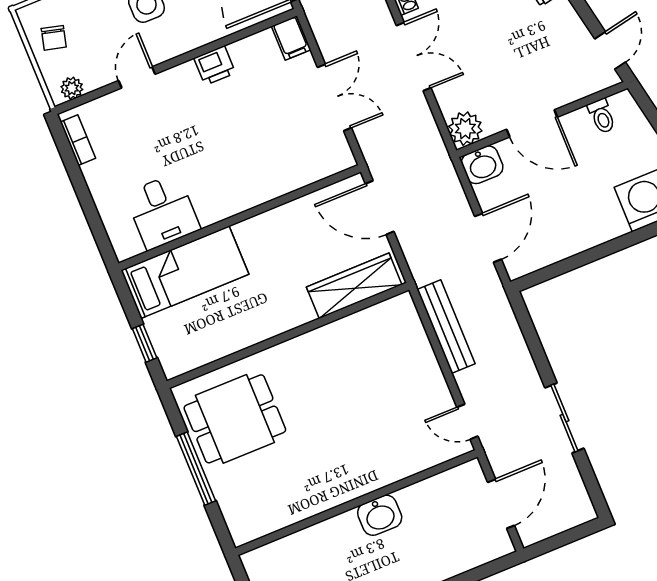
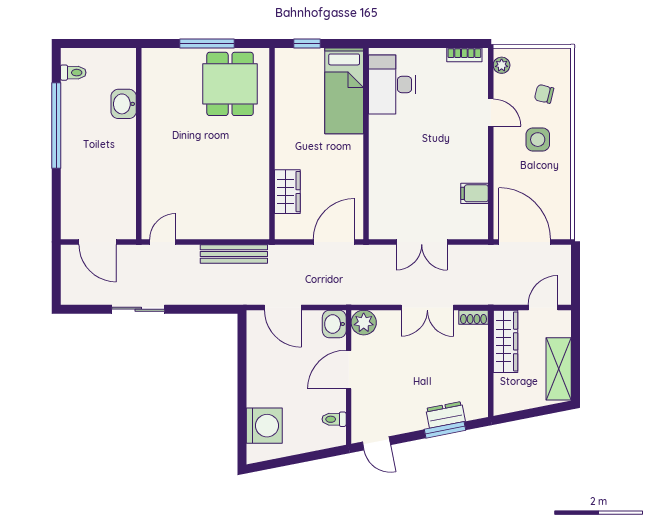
chair: (54, 38) -> (544, 94), moved
filing cabinet: (291, 38) -> (474, 193), moved
printer: (215, 65) -> (477, 169), removed
desk: (162, 211) -> (392, 85), width x1.37
wardrobe: (354, 286) -> (287, 192), width x0.67
washbasin: (380, 515) -> (124, 104), moved

